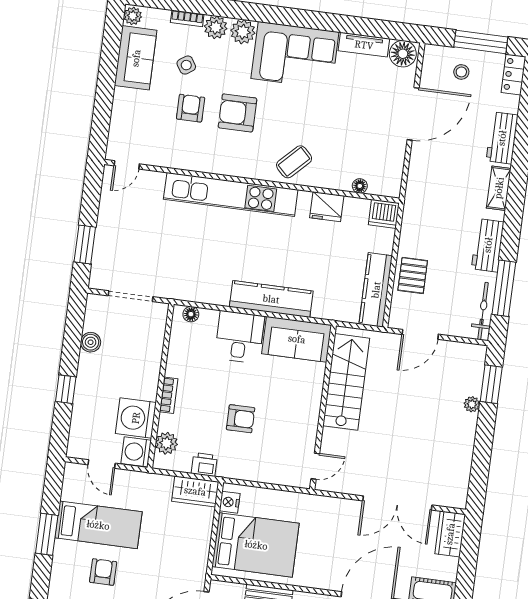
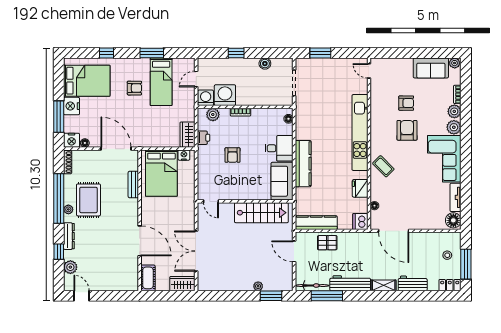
side table: (186, 65) -> (431, 97), removed
door: (413, 114) -> (394, 231), moved
workbench: (488, 245) -> (350, 283), width x1.38

